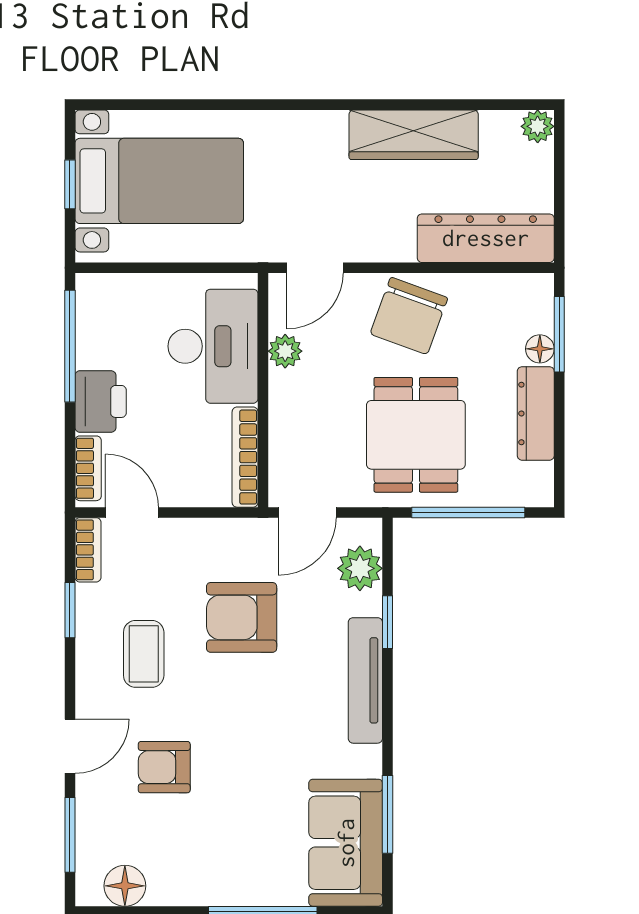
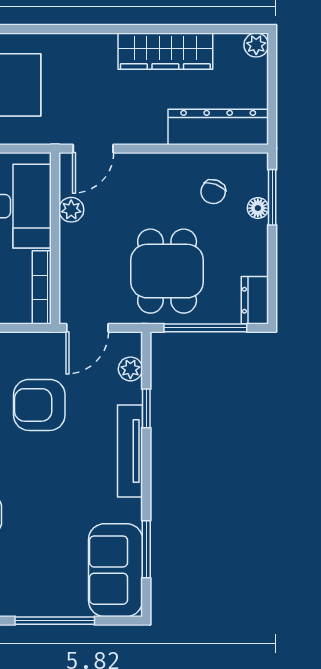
chair: (409, 316) -> (213, 192), moved, width x0.54, depth x0.54
dresser: (536, 413) -> (255, 300), moved, width x0.70
plant: (360, 568) -> (130, 369), width x0.73, depth x0.73

